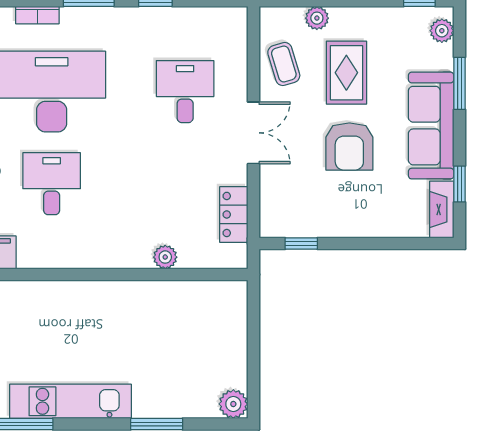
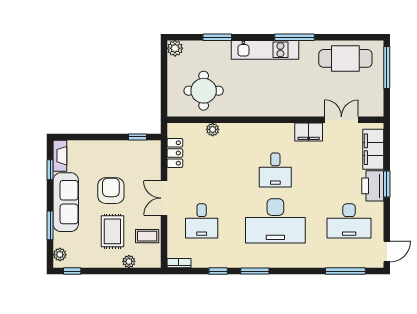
bookcase: (37, 15) -> (179, 263), moved
coffee table: (284, 64) -> (147, 236), turned -73
round table: (181, 327) -> (204, 91), added

